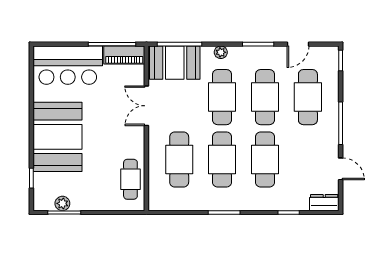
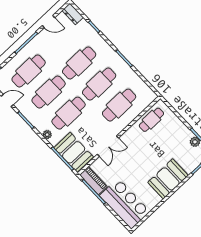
booth: (57, 137) -> (168, 179), width x0.73, depth x0.70
door: (341, 169) -> (49, 22), swing flipped

